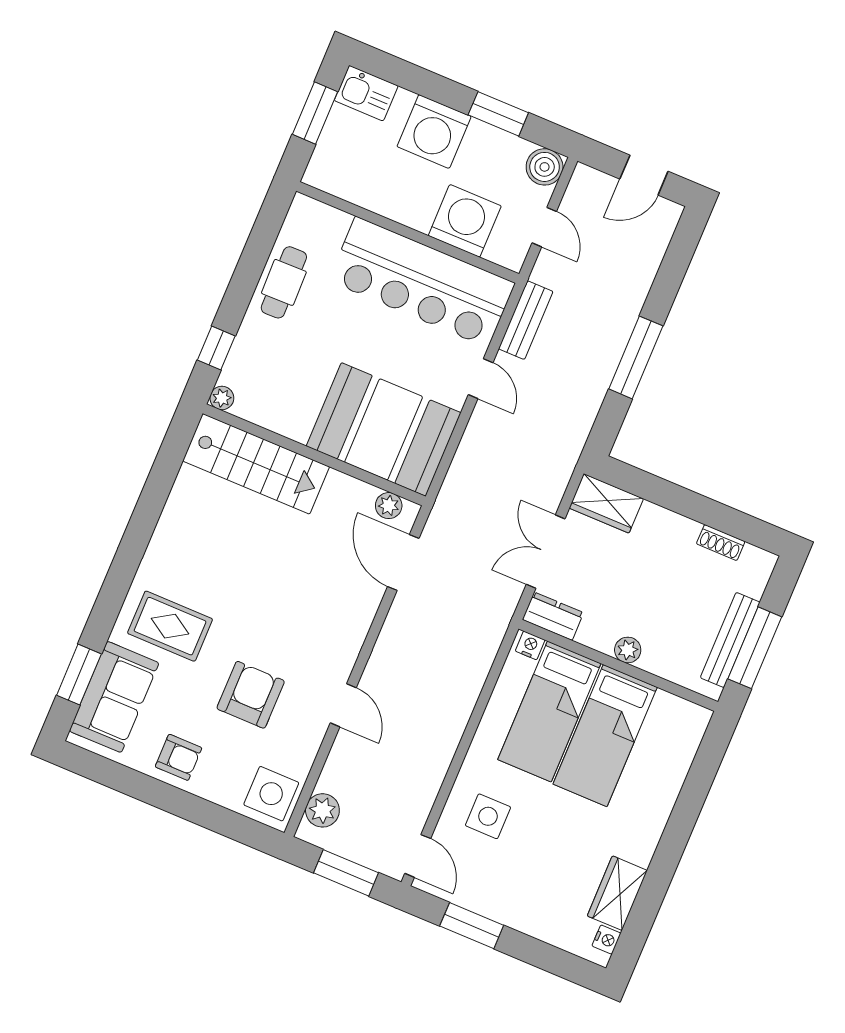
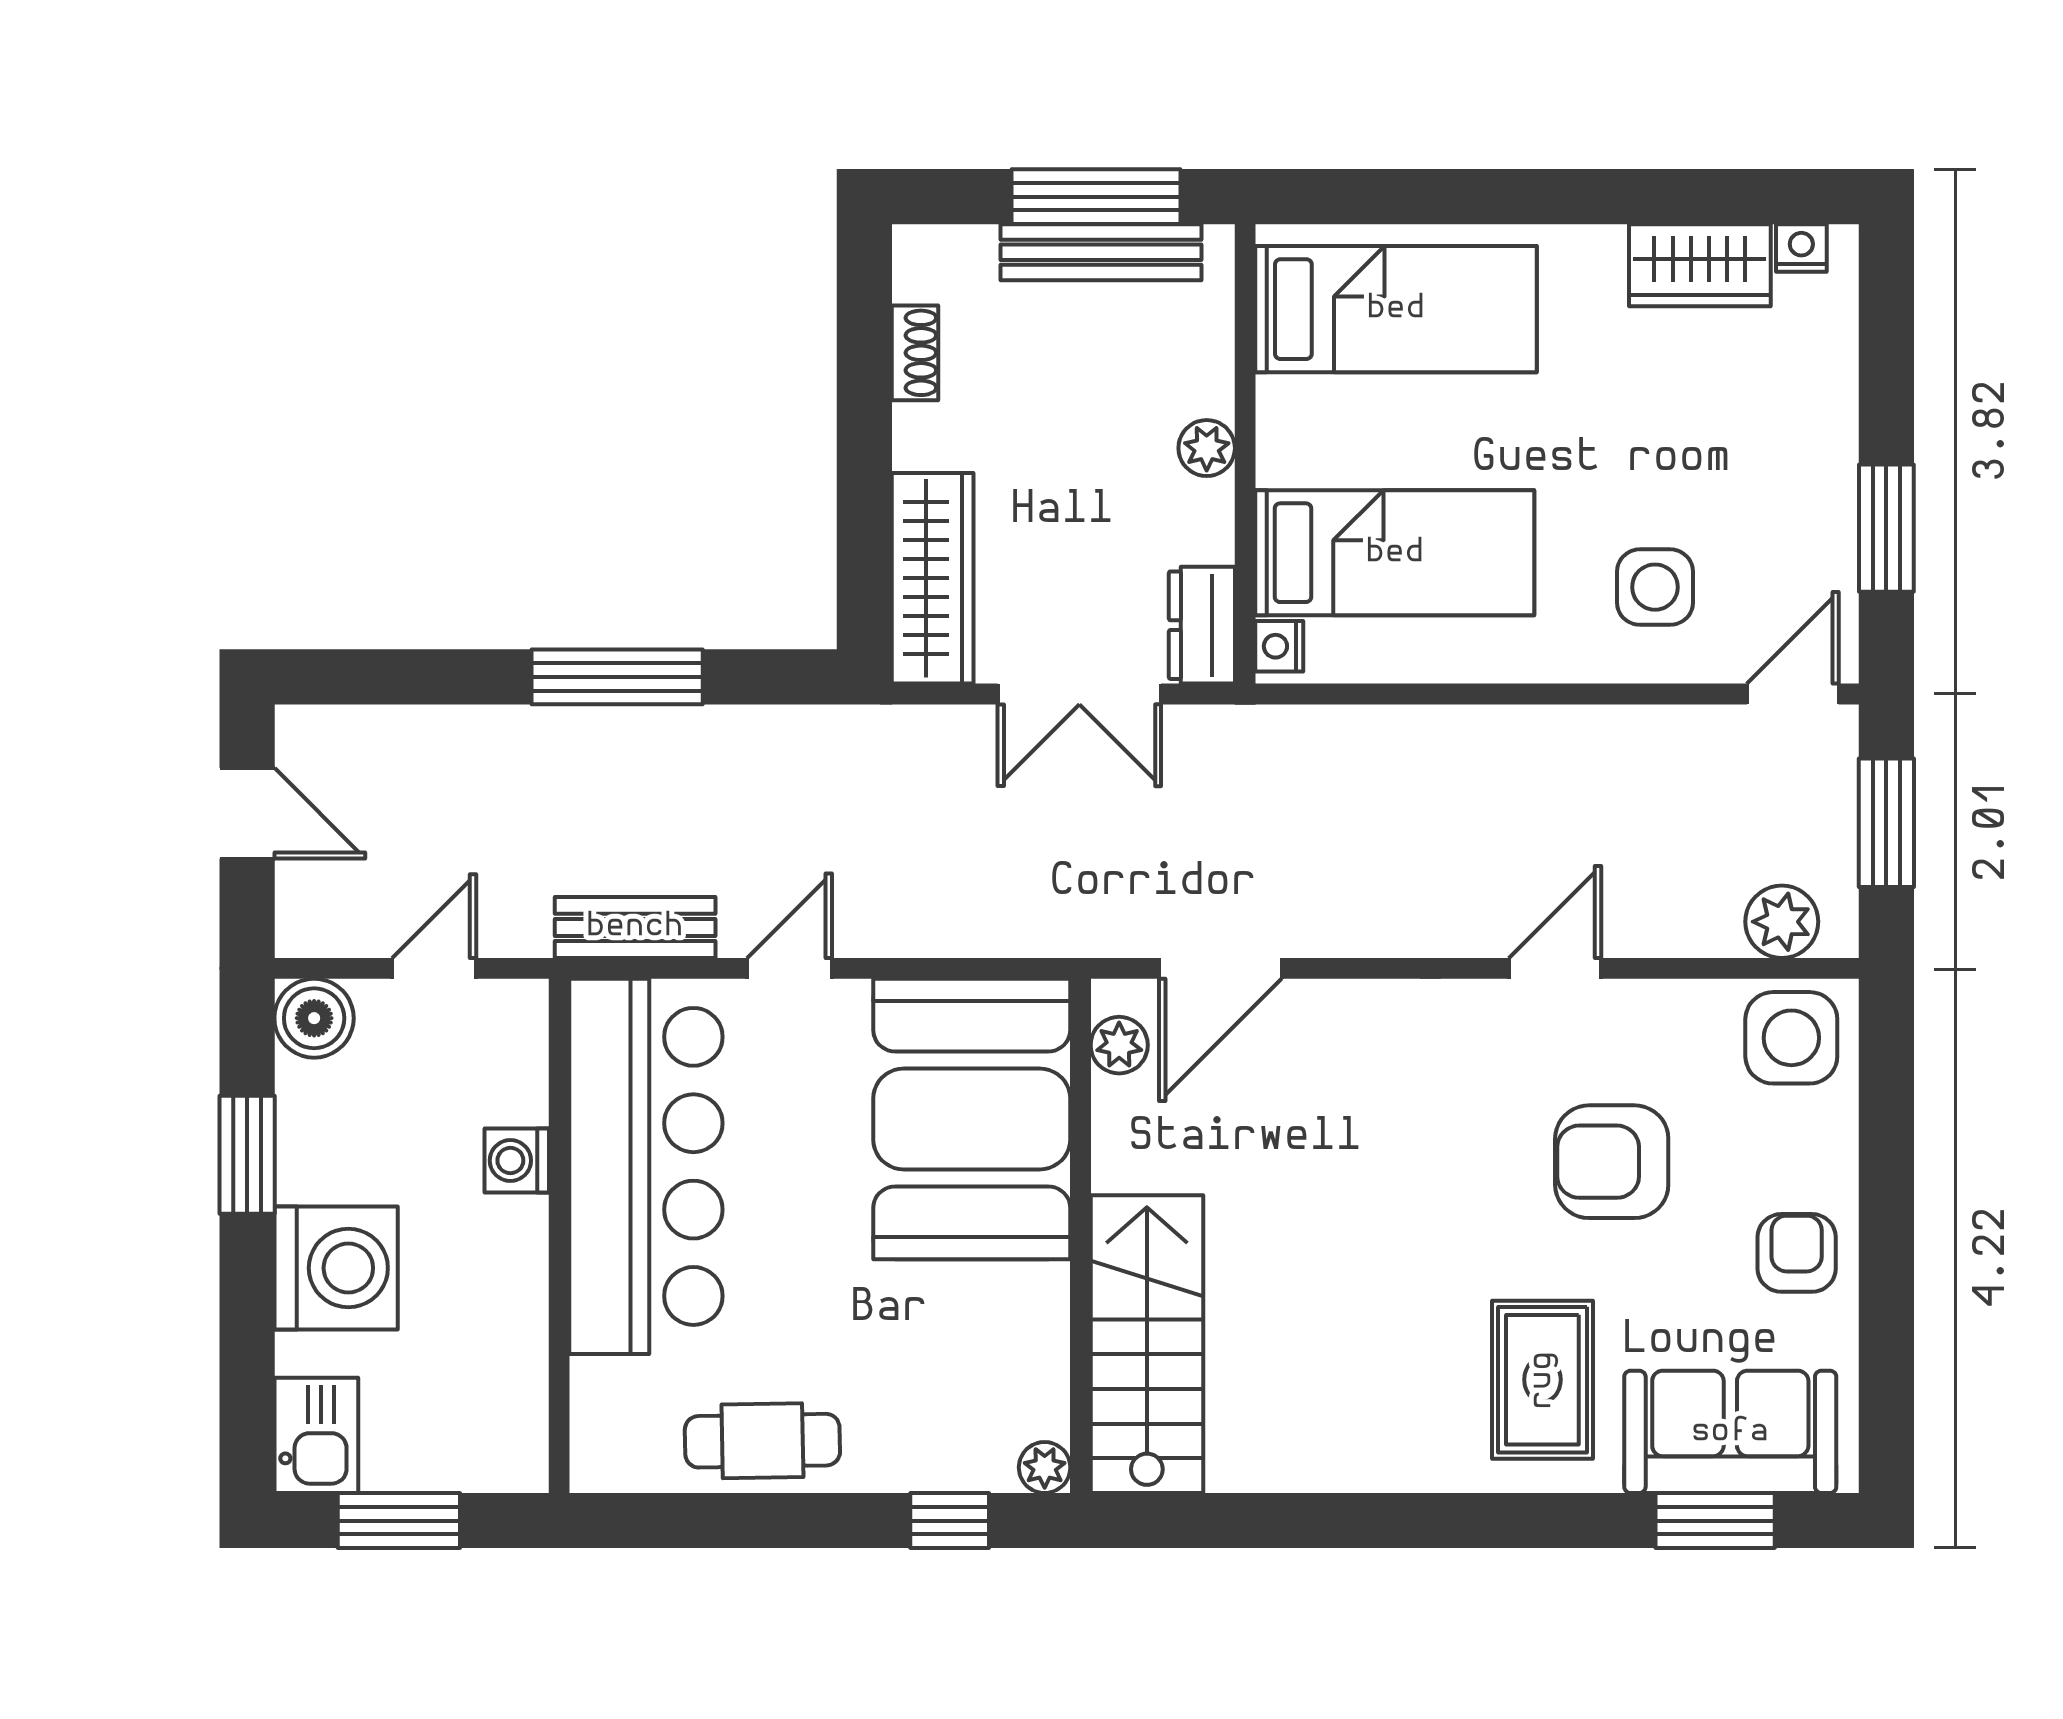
washing machine: (465, 221) -> (517, 1161), width x0.53, depth x0.53
wardrobe: (606, 503) -> (933, 578), width x1.50
bed: (605, 736) -> (1396, 309), moved

